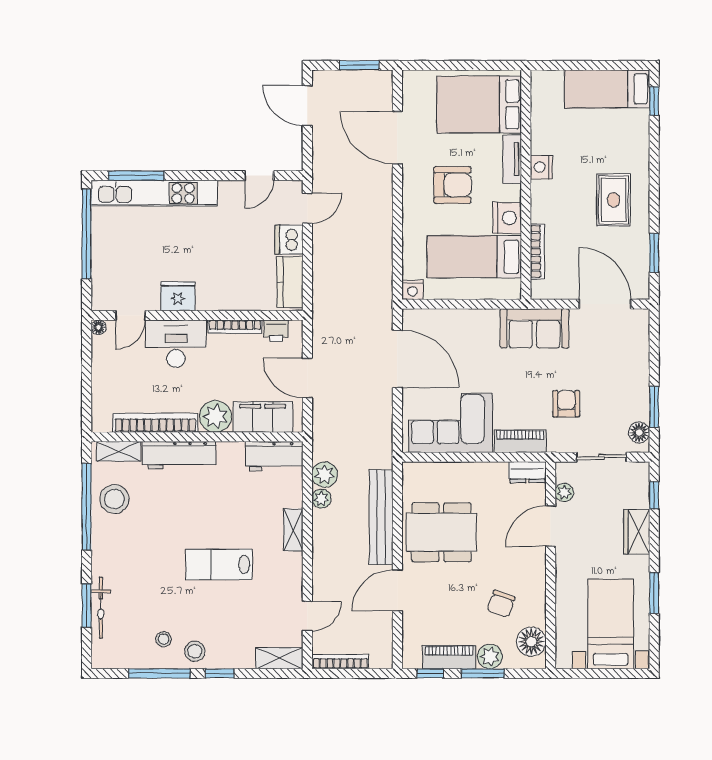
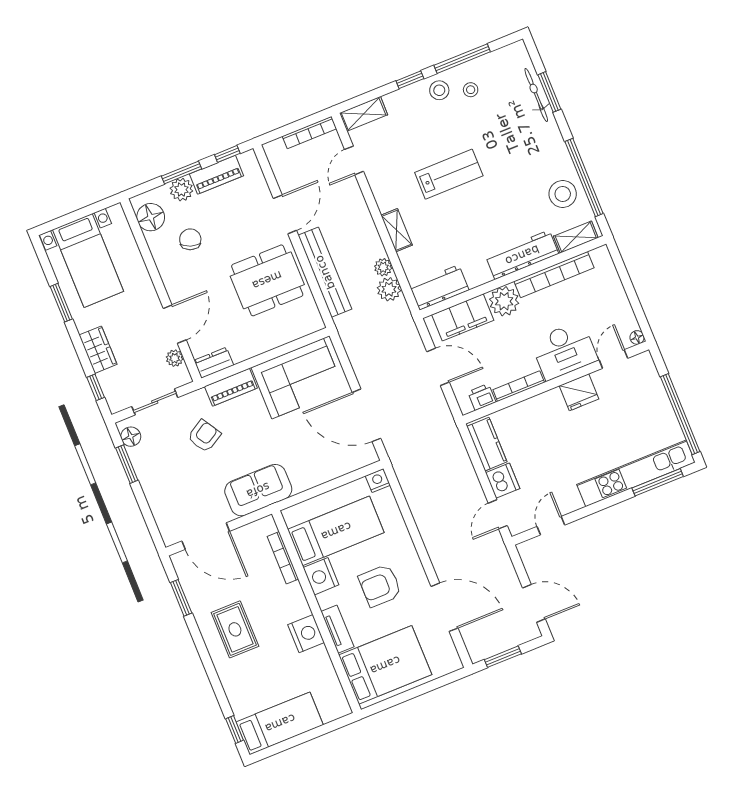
nightstand: (541, 167) -> (306, 634), width x1.36, depth x1.33
armchair: (566, 404) -> (204, 436), turned -121

